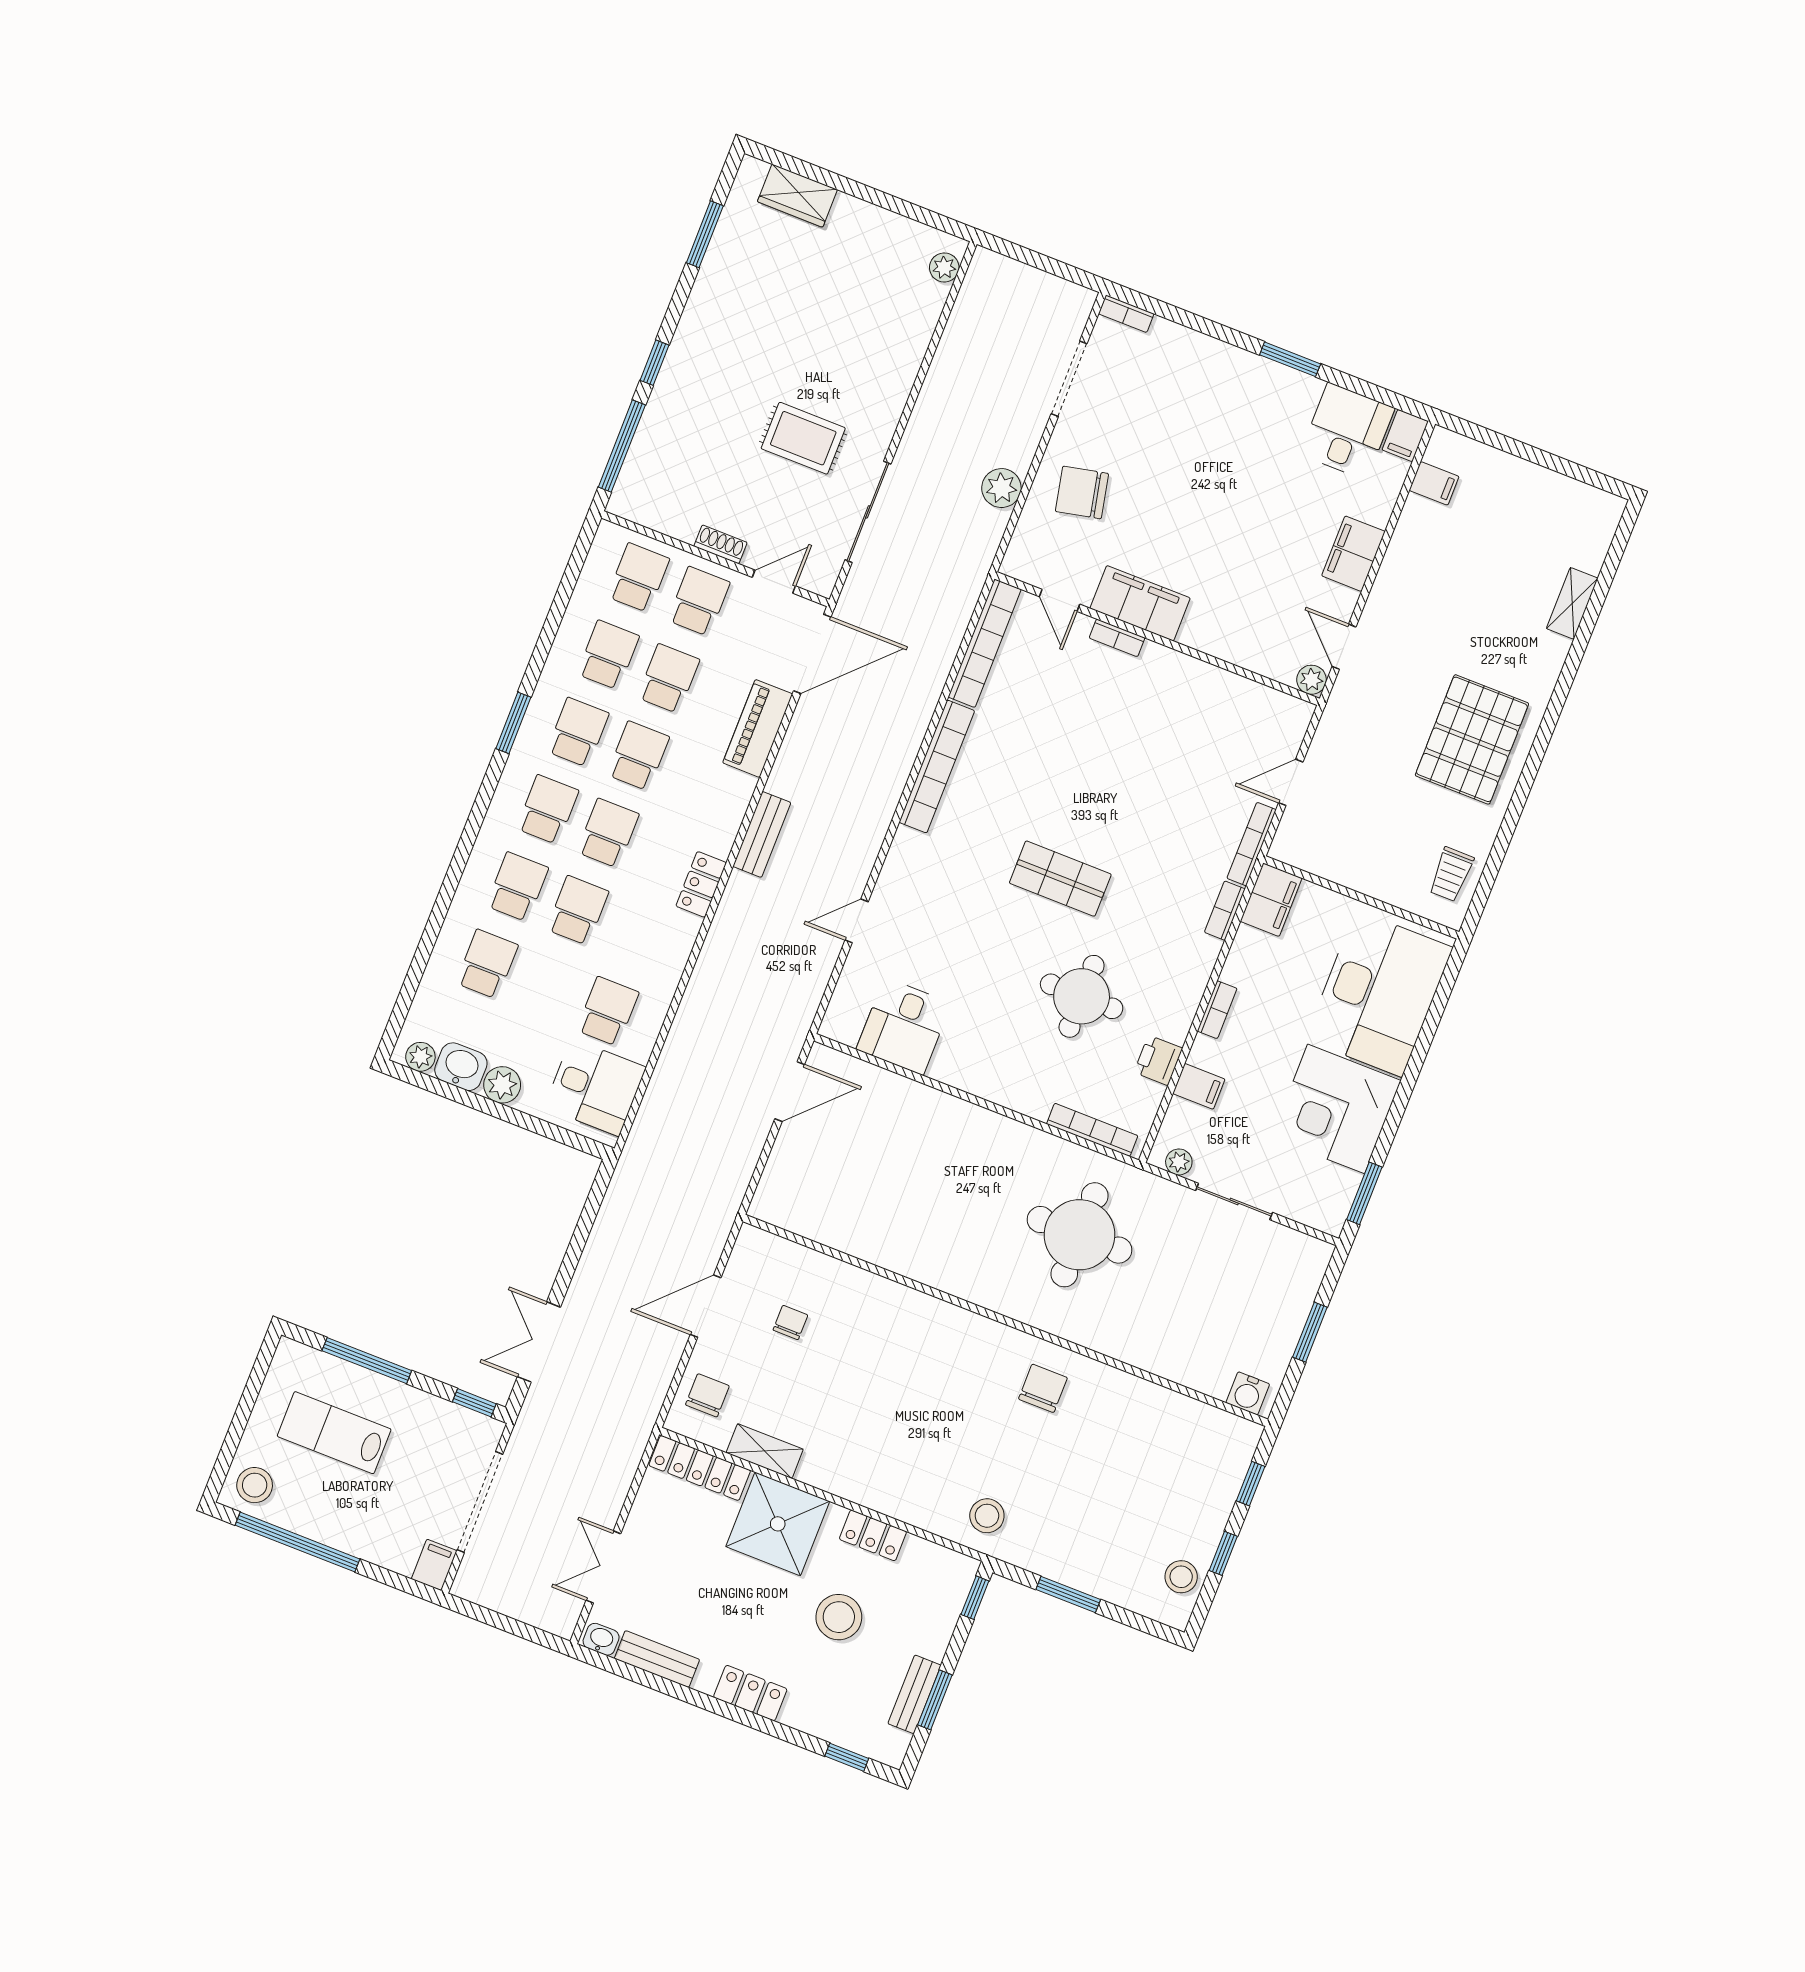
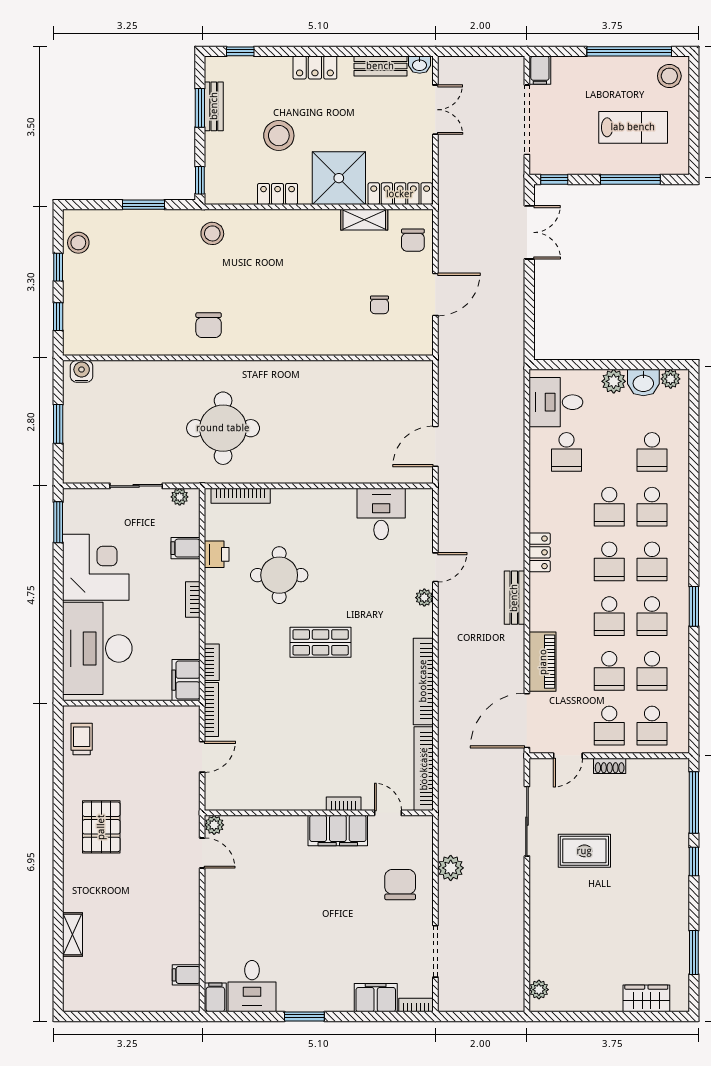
chair: (1082, 492) -> (400, 885), turned -78
filing cabinet: (1353, 554) -> (376, 998), moved, turned -90
pallet: (1472, 739) -> (101, 827), width x0.73, depth x0.71
plant: (889, 884) -> (424, 598), added

